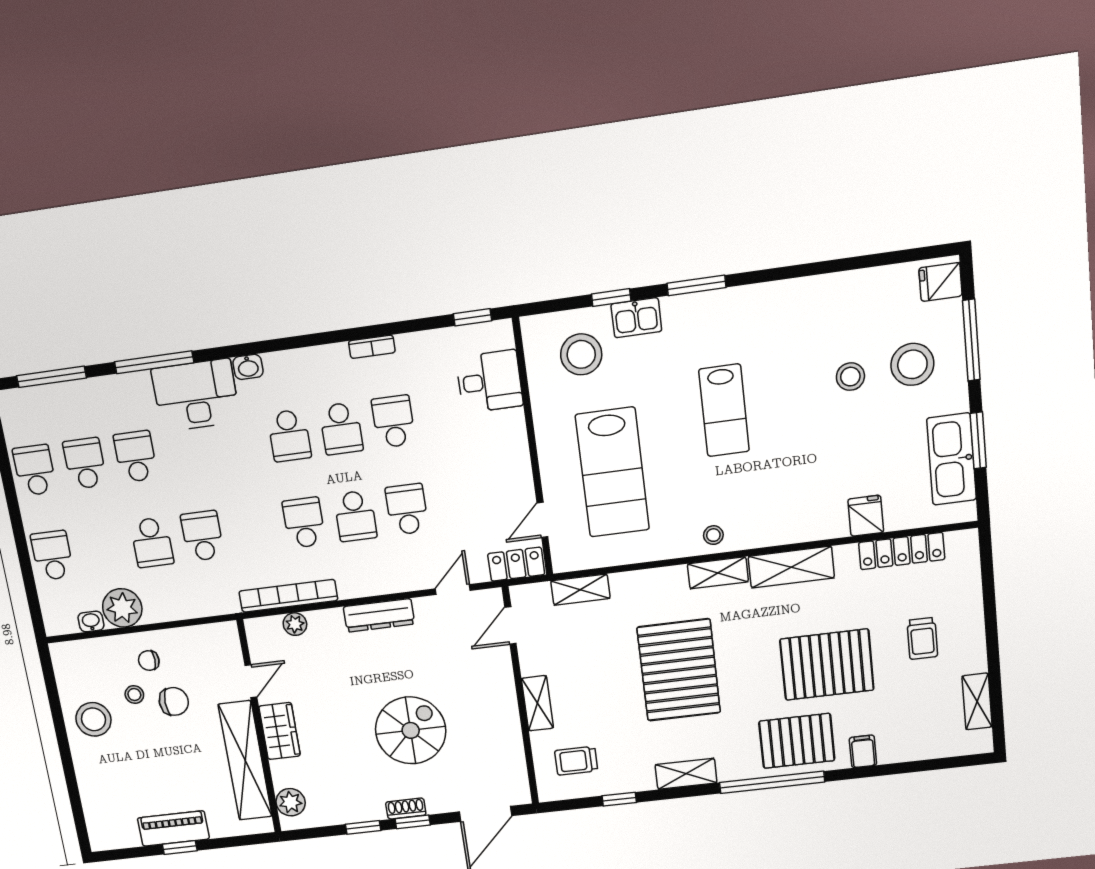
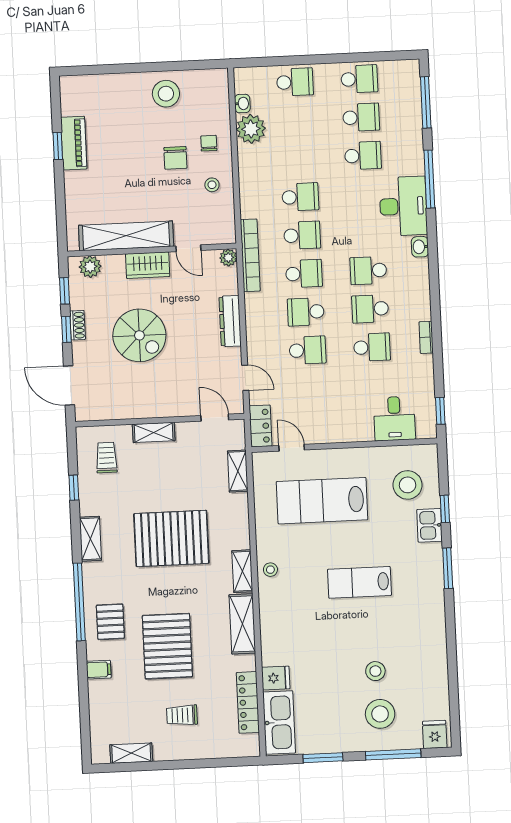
kitchen sink: (952, 459) -> (279, 722), moved, turned 90
school desk: (152, 542) -> (302, 235), moved, turned 180
door: (251, 681) -> (188, 248), moved
stool: (134, 695) -> (212, 185), moved
wall: (259, 727) -> (152, 250), moved
wardrobe: (280, 731) -> (148, 265), moved
pallet: (797, 741) -> (110, 622), width x0.67, depth x0.71
shelving: (245, 761) -> (126, 236), moved
plant: (291, 802) -> (90, 267), moved

